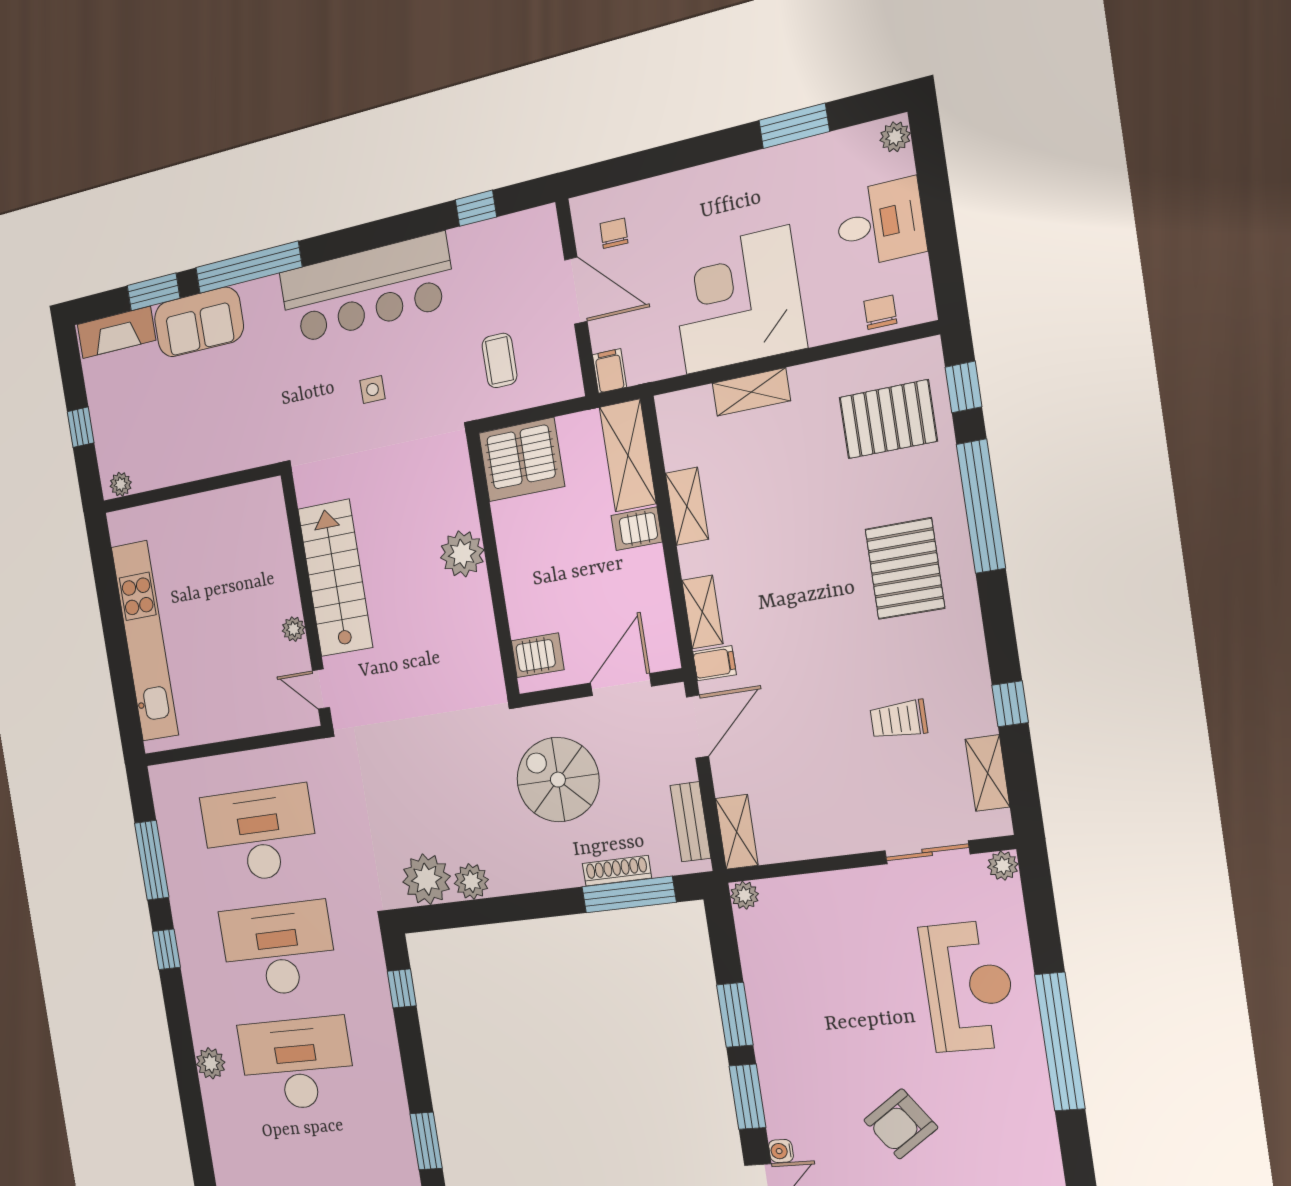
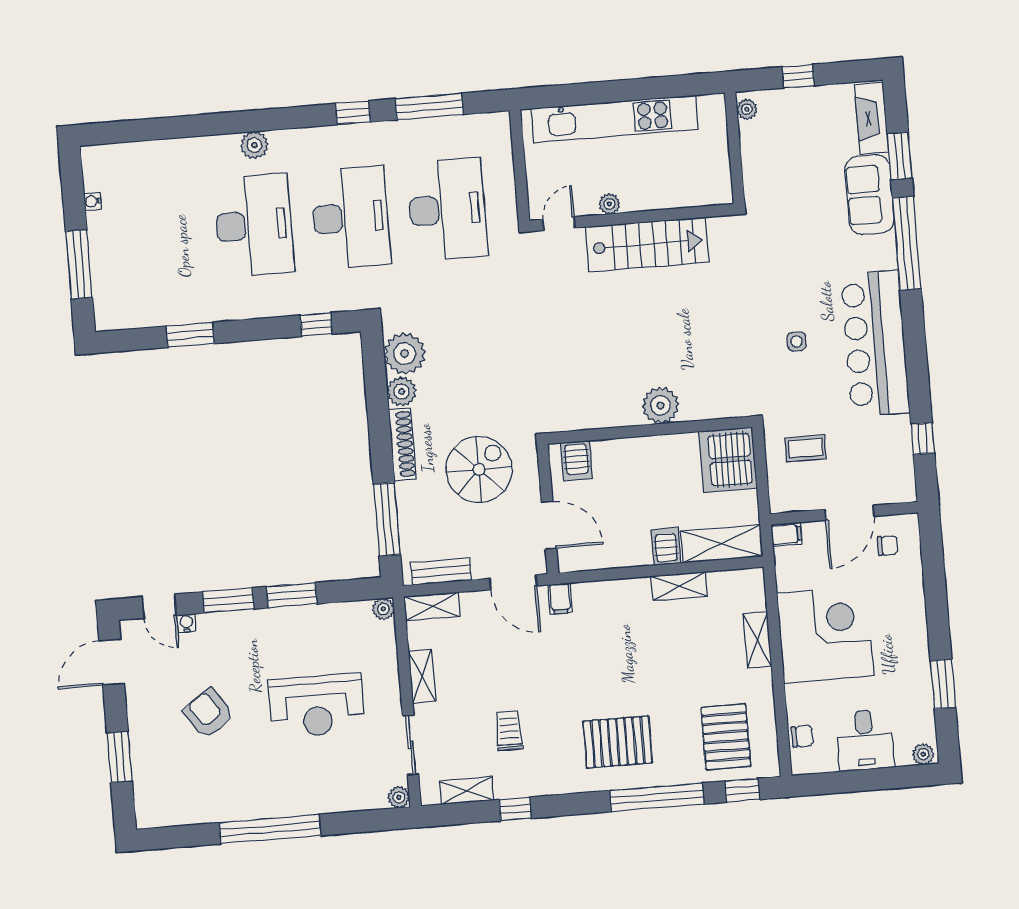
stairs: (335, 578) -> (647, 244), moved
wall: (307, 600) -> (632, 218), moved
shelving: (702, 612) -> (422, 676), moved, turned 90
plant: (294, 629) -> (609, 204), moved
door: (321, 689) -> (559, 224), moved
shoe rack: (617, 871) -> (402, 444), moved, width x1.36, depth x1.24
reception desk: (968, 986) -> (317, 706), moved

